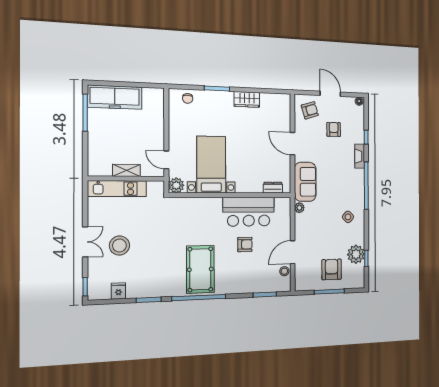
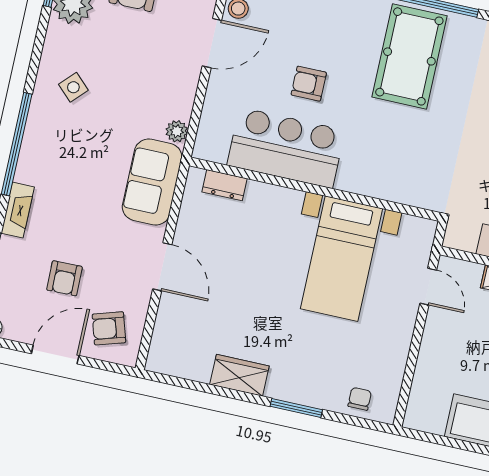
door: (330, 94) -> (55, 355), swing flipped
plant: (176, 185) -> (420, 233), removed

